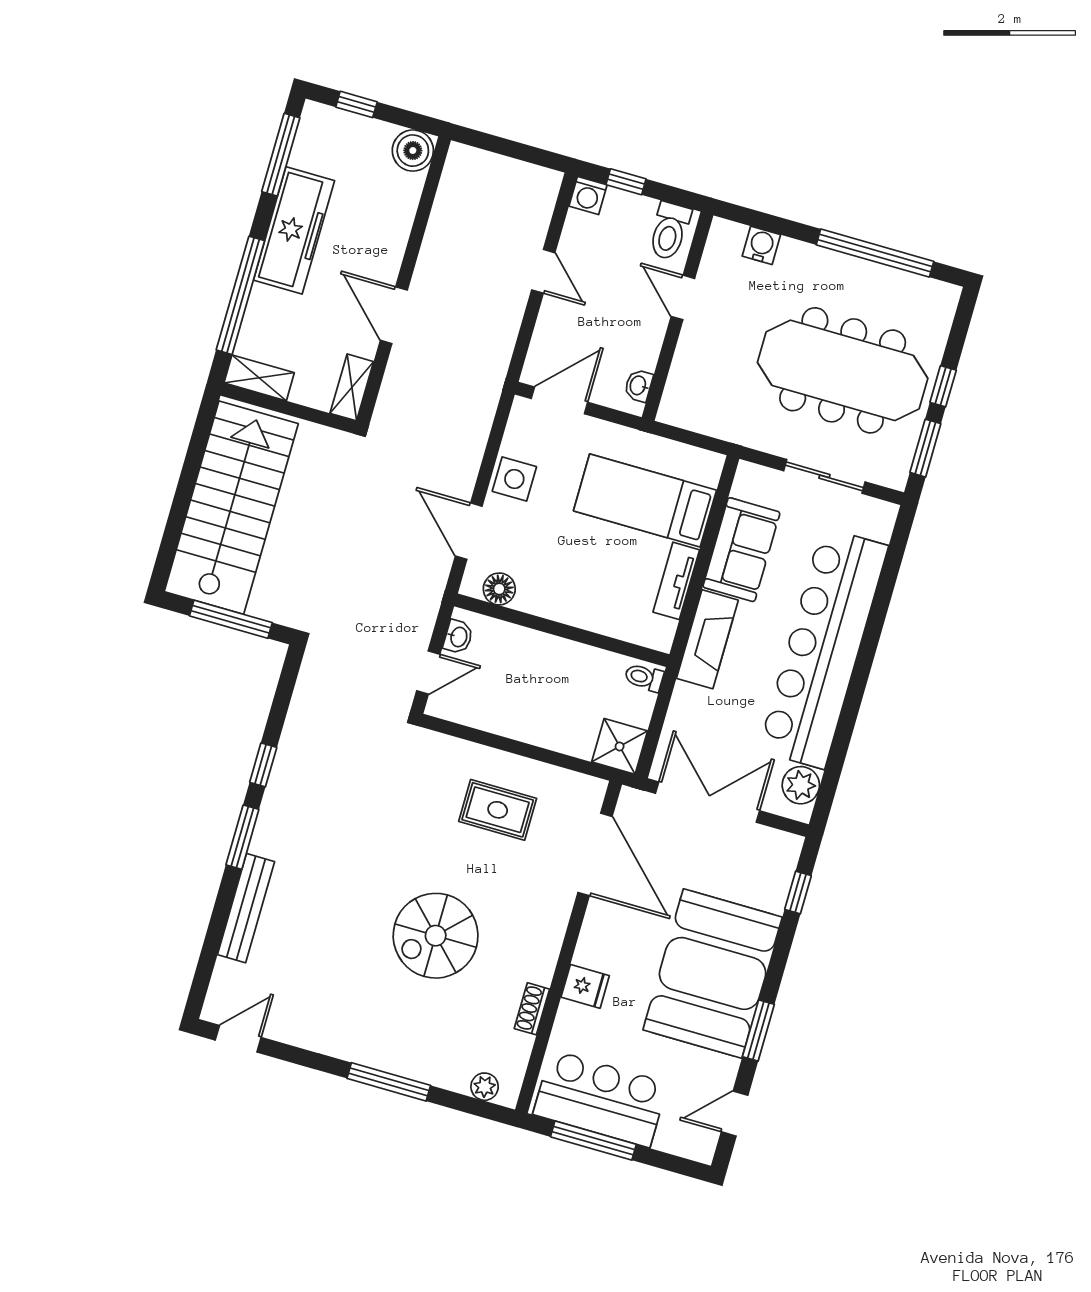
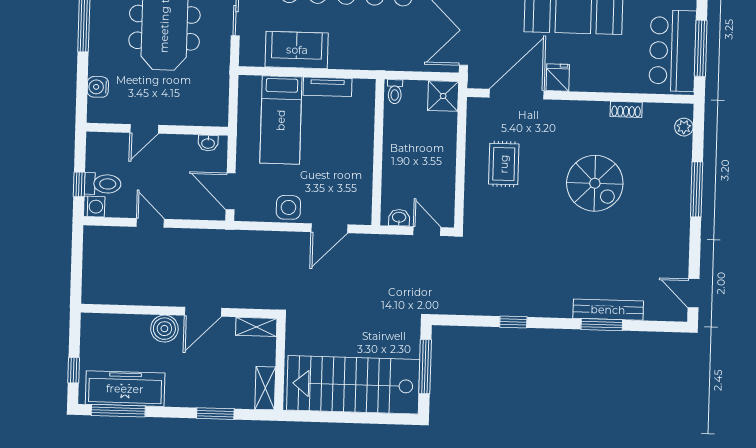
boiler: (413, 151) -> (164, 329), moved
freezer: (294, 230) -> (125, 389), moved
toilet: (669, 231) -> (103, 184), moved
door: (543, 271) -> (150, 223), hinge flipped
window: (240, 295) -> (215, 414), width x0.47
floor lamp: (499, 589) -> (362, 199), removed
fireplace: (707, 639) -> (360, 57), removed
window: (242, 837) -> (602, 325), moved
fridge: (585, 986) -> (558, 77), moved

